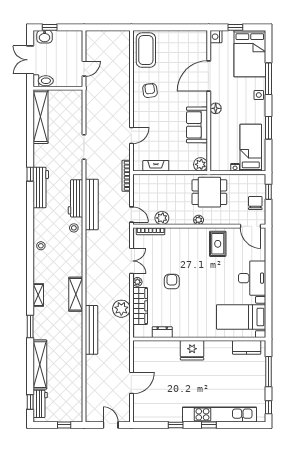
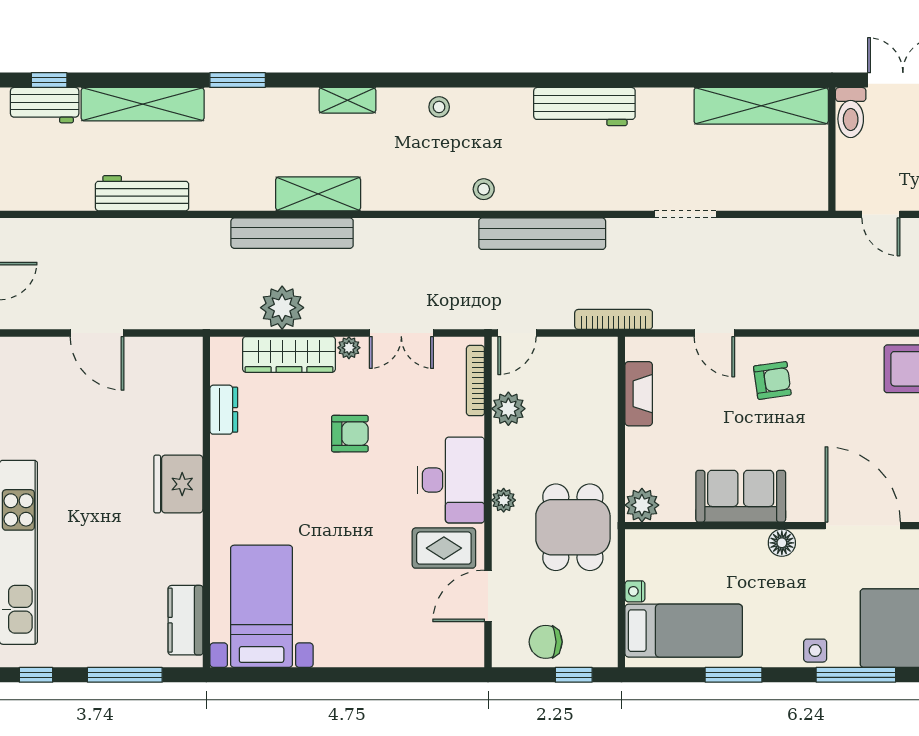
armchair: (150, 90) -> (772, 380), moved
window: (30, 174) -> (618, 80), removed
workbench: (75, 198) -> (142, 193), moved
chair: (255, 203) -> (546, 642), turned 180
door: (251, 226) -> (488, 596), moved
desk: (252, 278) -> (451, 480), moved, turned -90
shelving: (38, 295) -> (347, 100), moved
bench: (91, 330) -> (292, 233), moved

